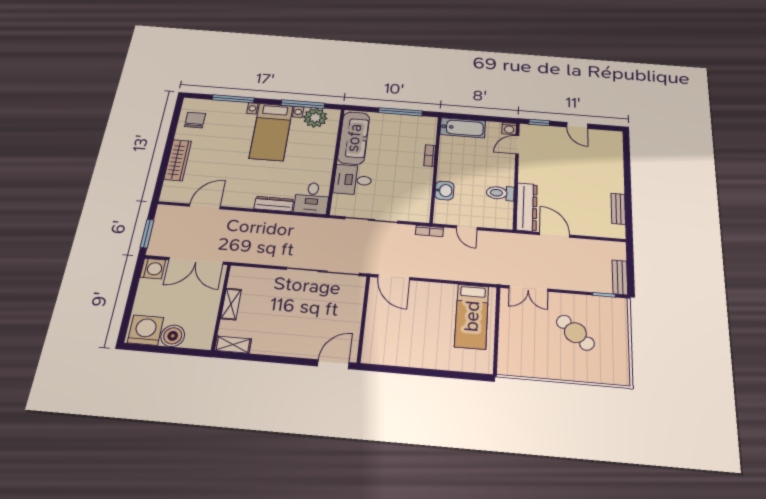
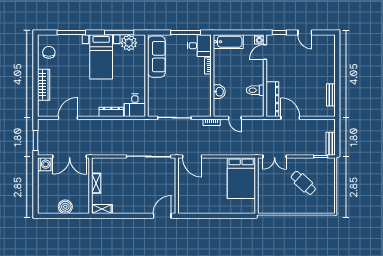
desk: (353, 180) -> (199, 46), moved, turned 180
bed: (472, 316) -> (241, 178), width x1.50
washing machine: (146, 330) -> (49, 205), removed

